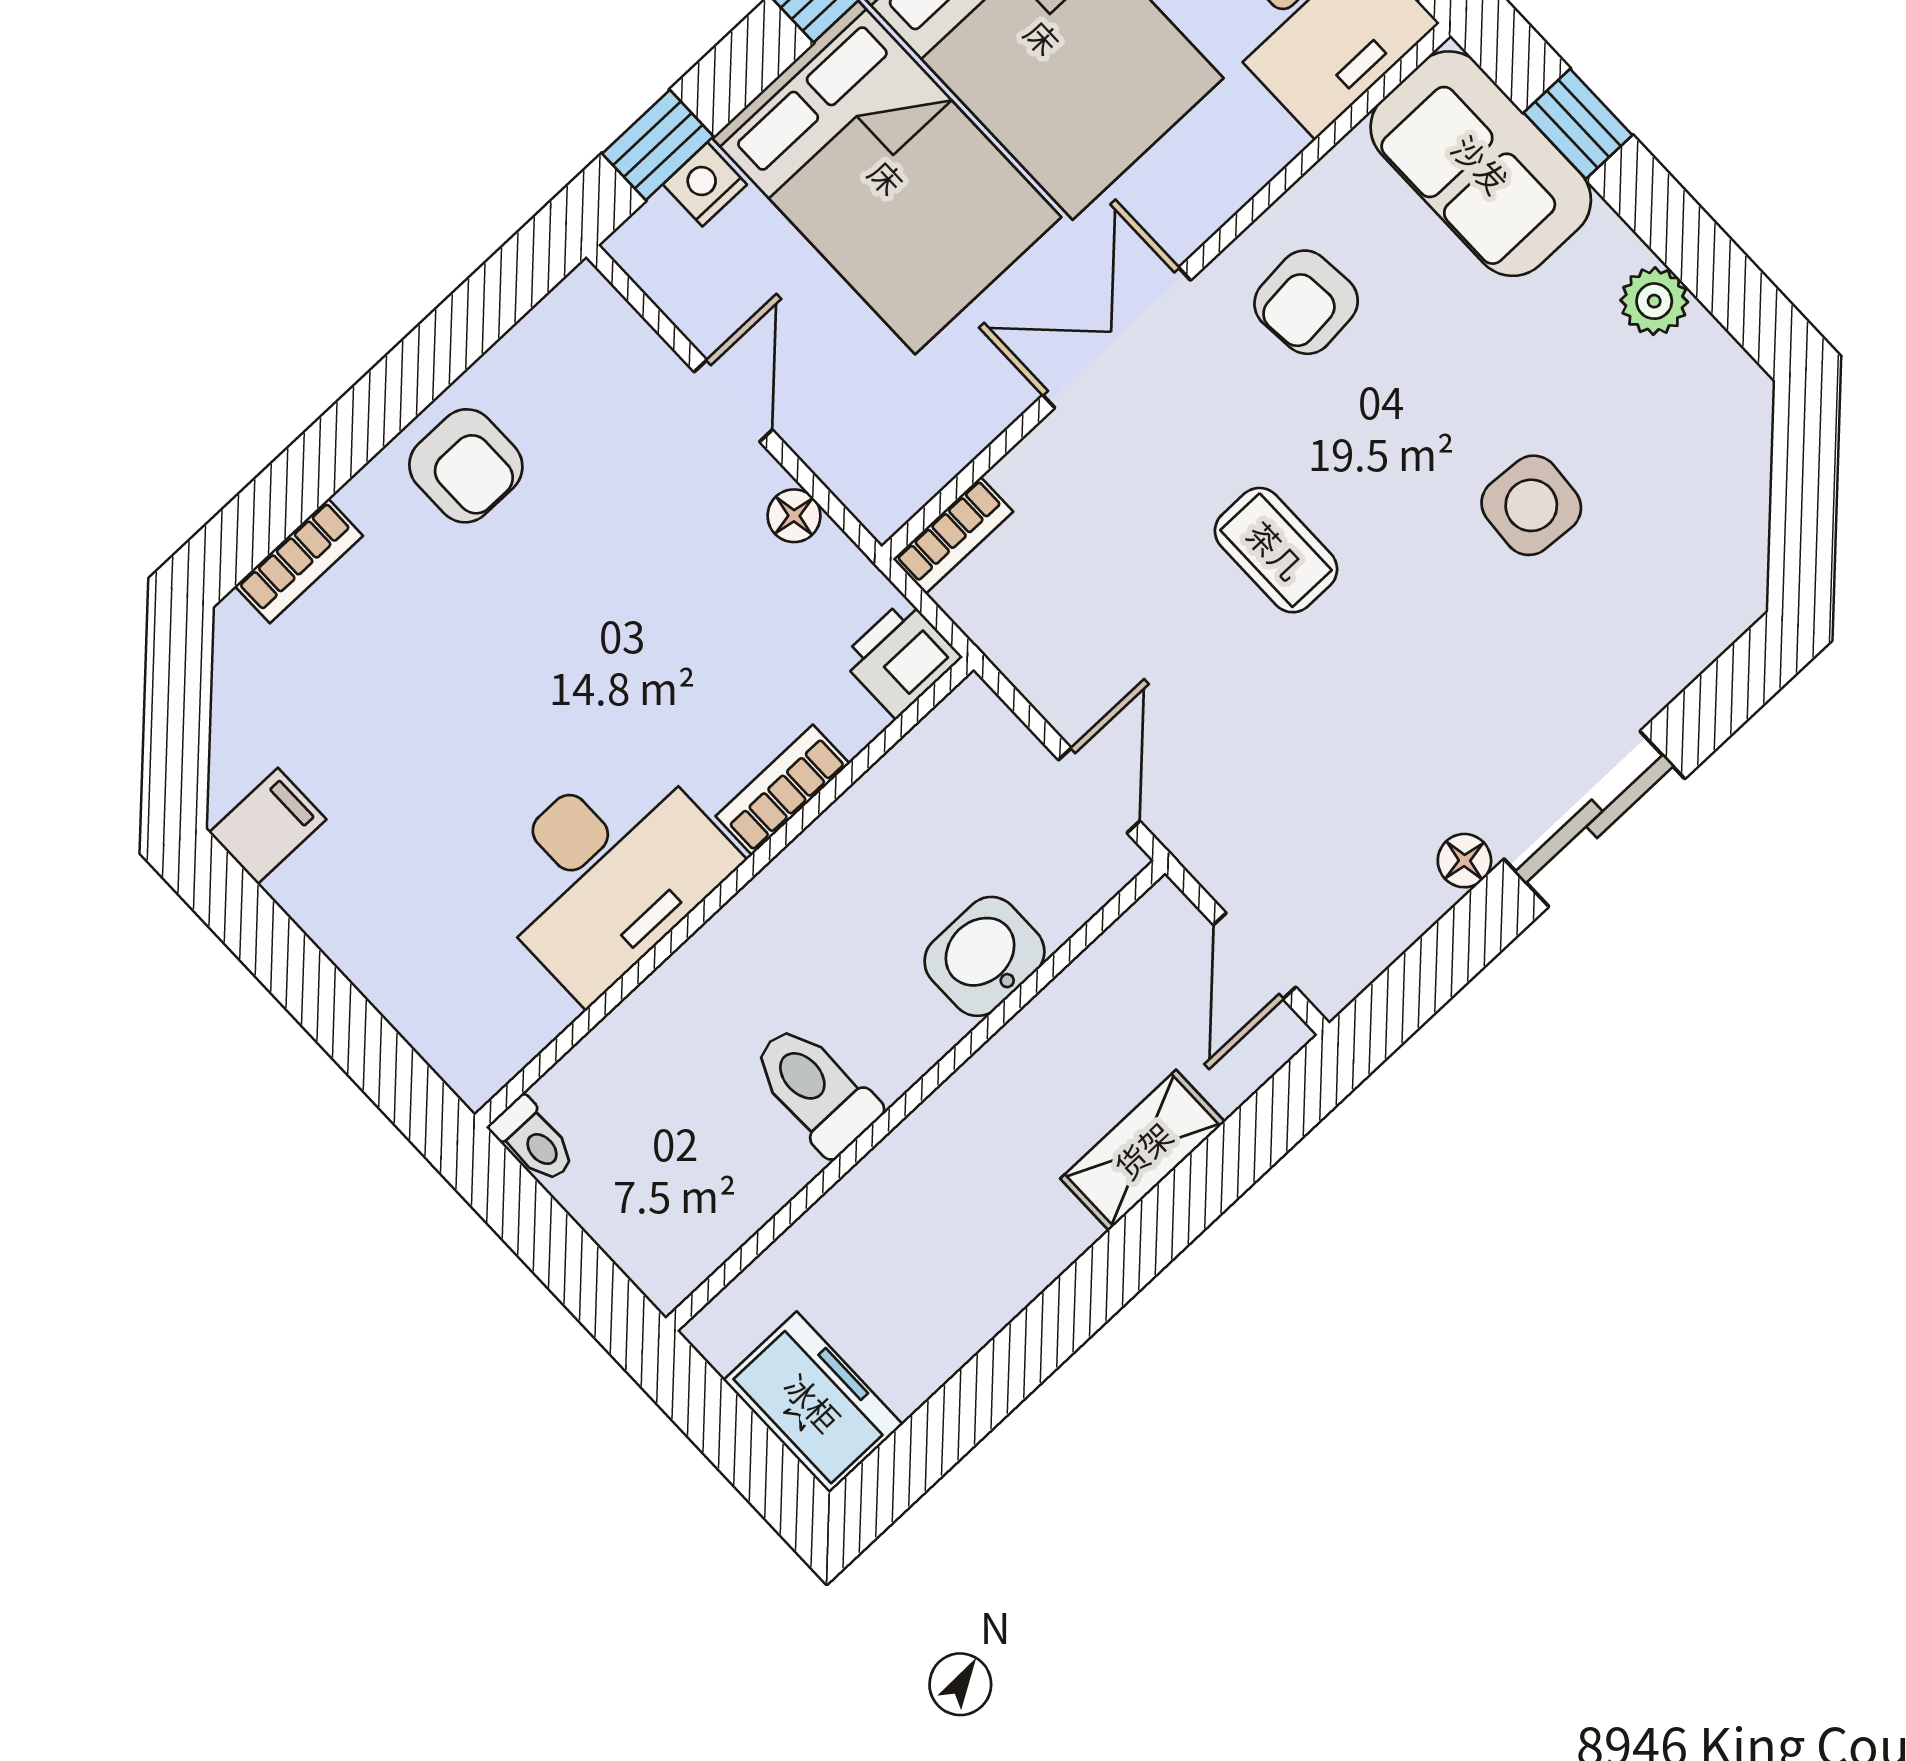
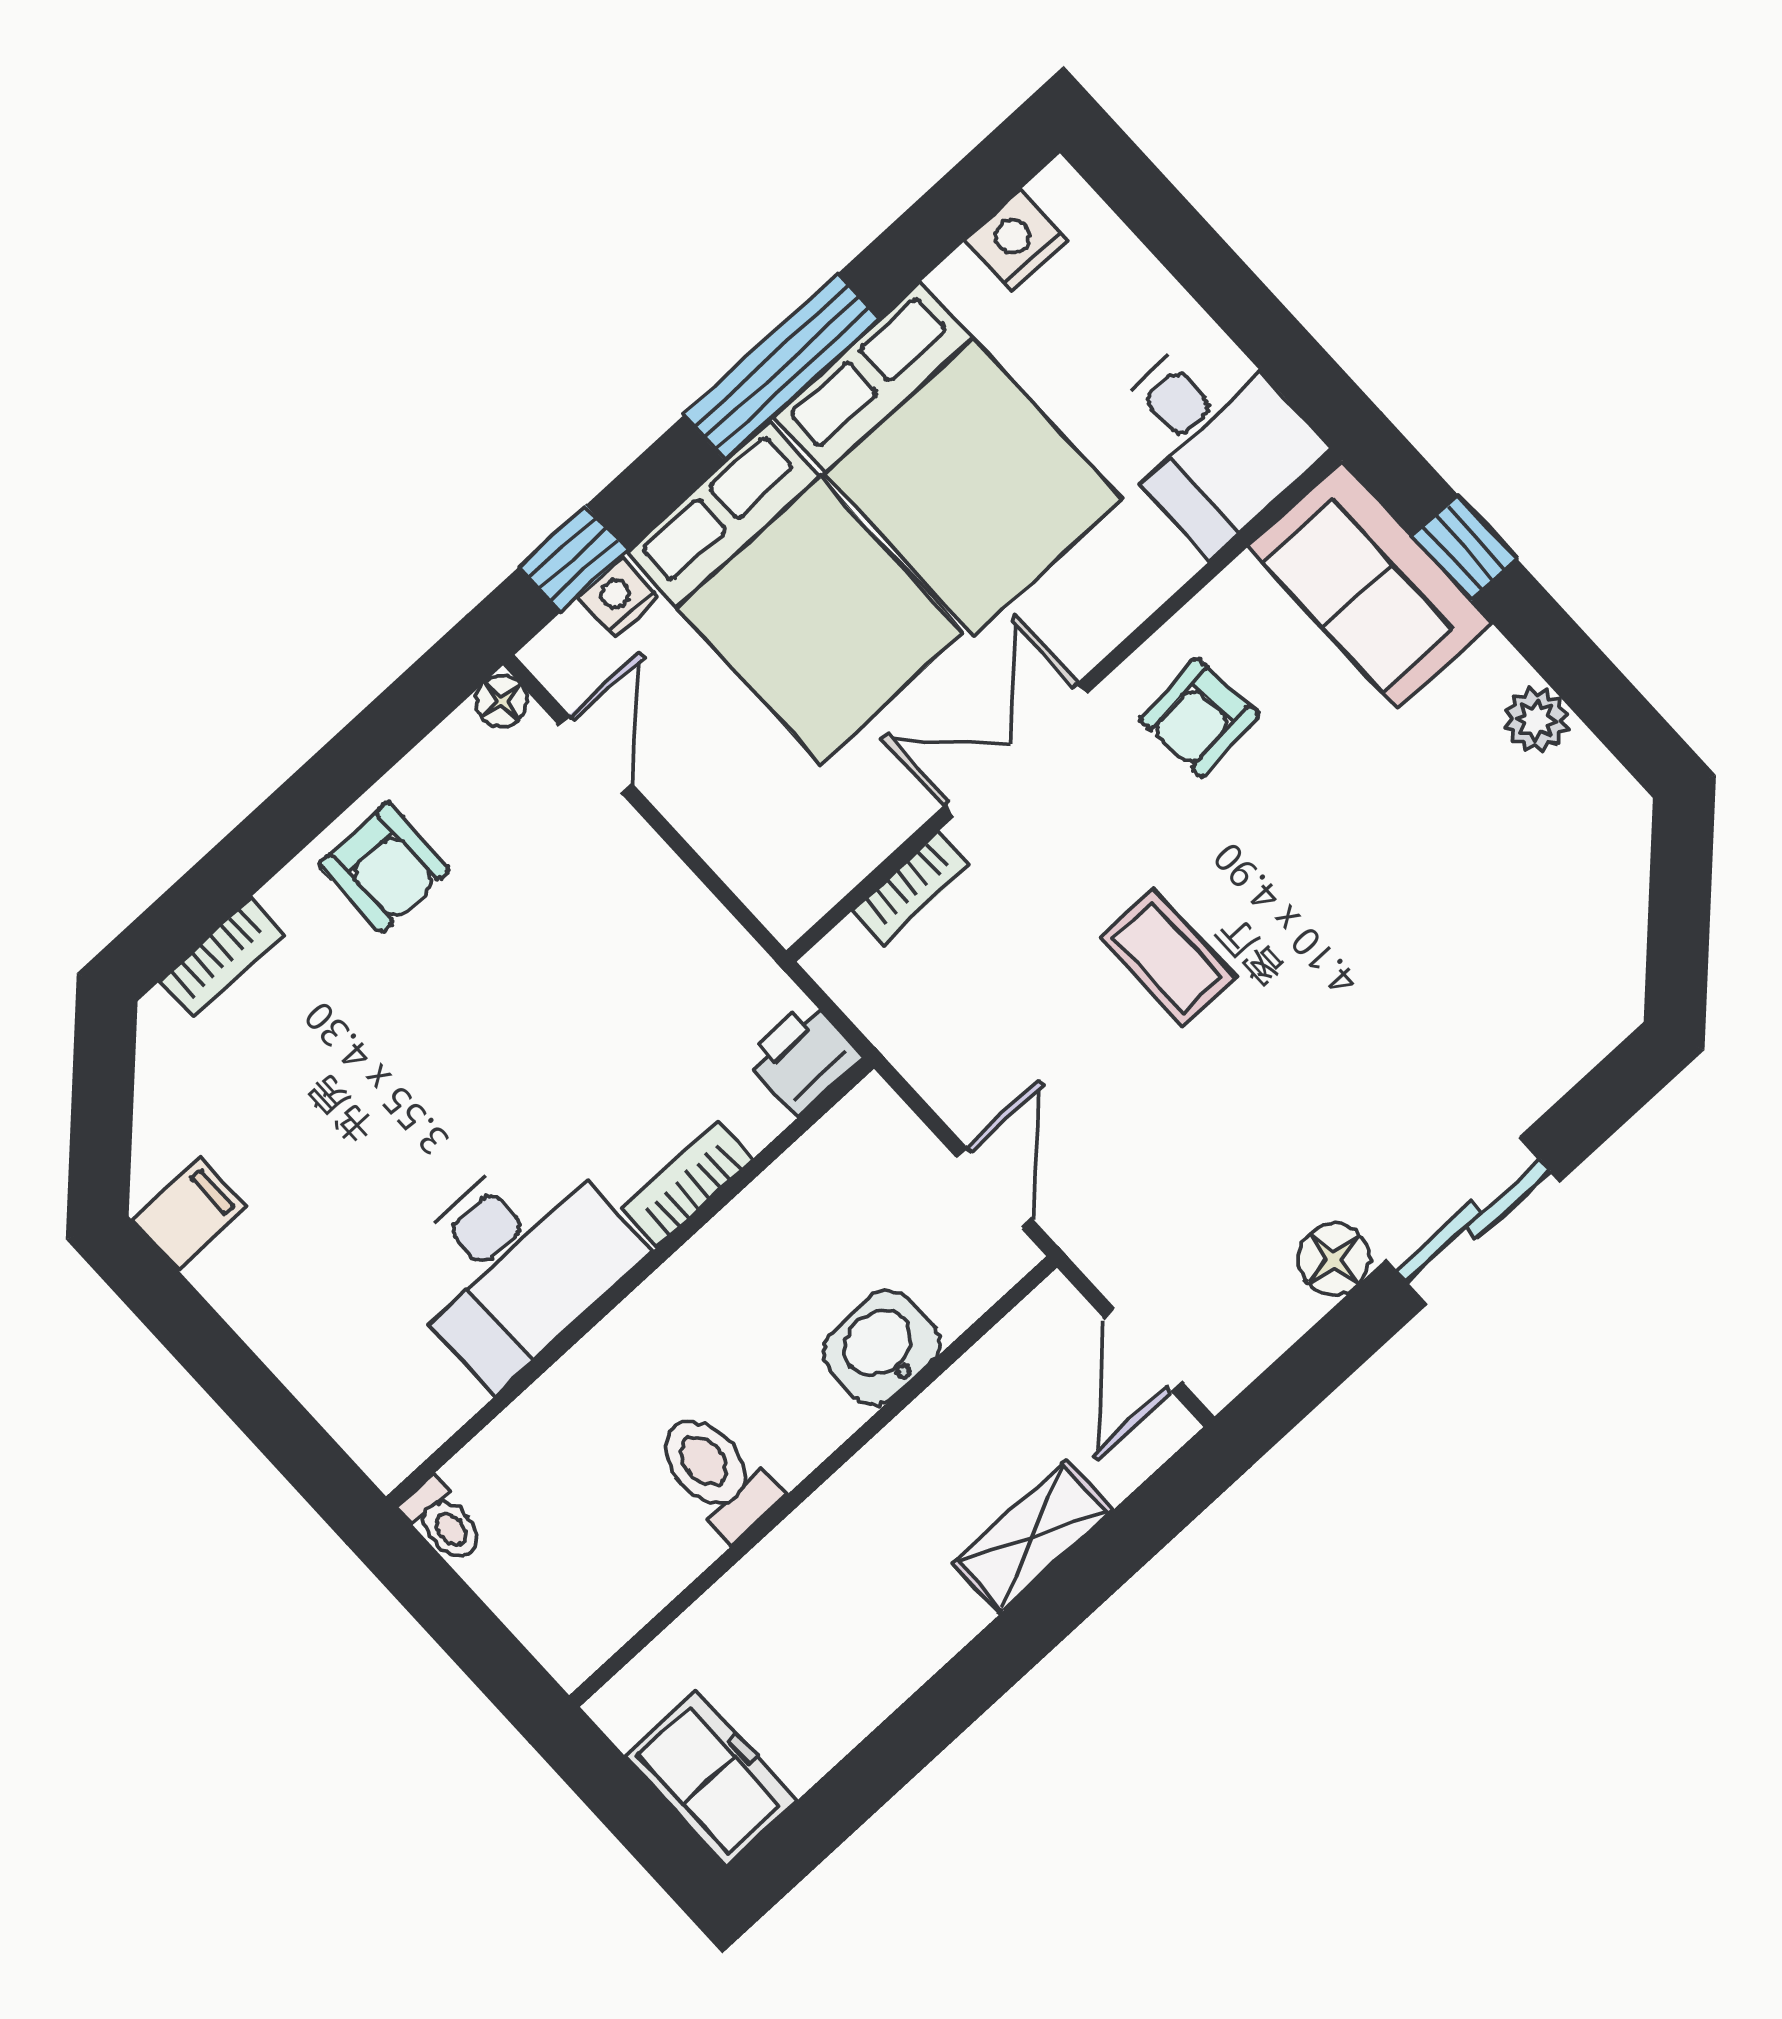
door: (733, 401) -> (596, 755), moved
side table: (1531, 505) -> (1415, 916), removed
floor lamp: (794, 516) -> (501, 701), moved
bookcase: (953, 535) -> (911, 888), moved
floor lamp: (1464, 861) -> (1334, 1259), width x1.37, depth x1.37

